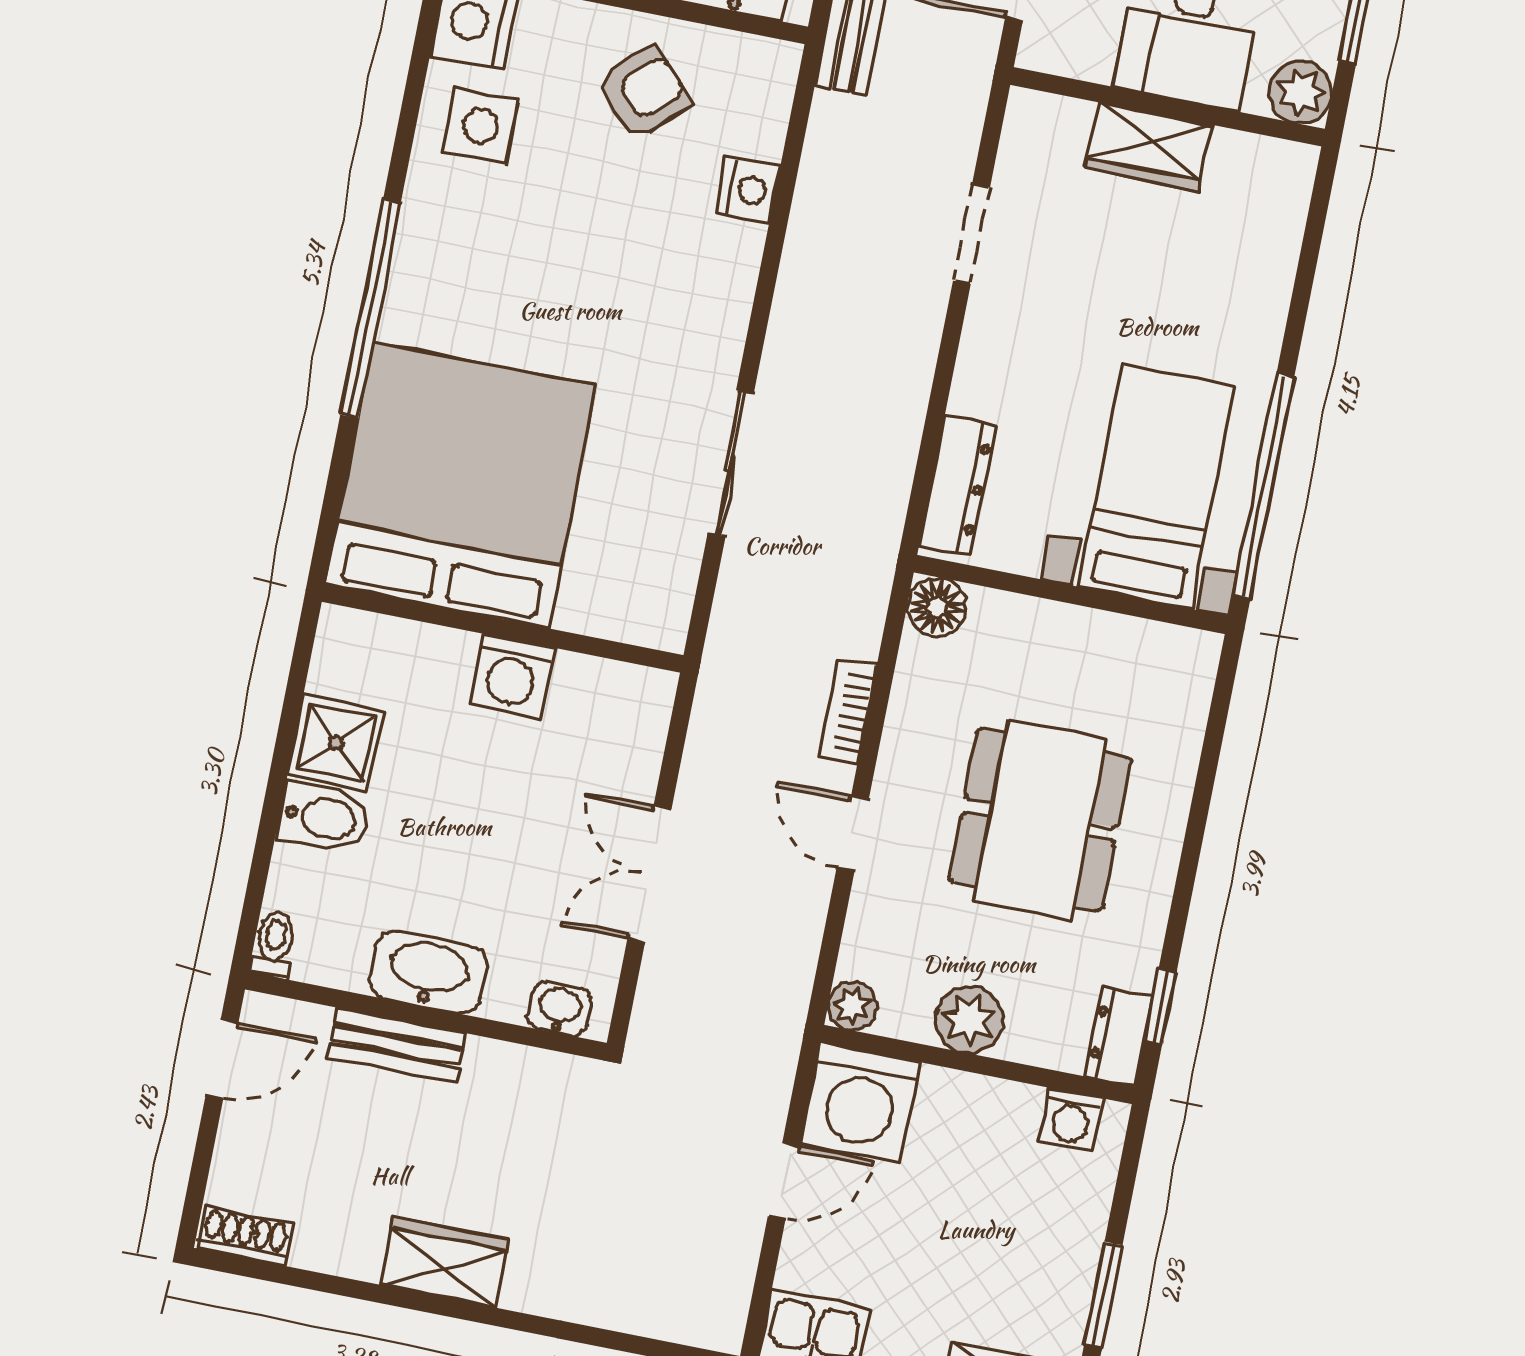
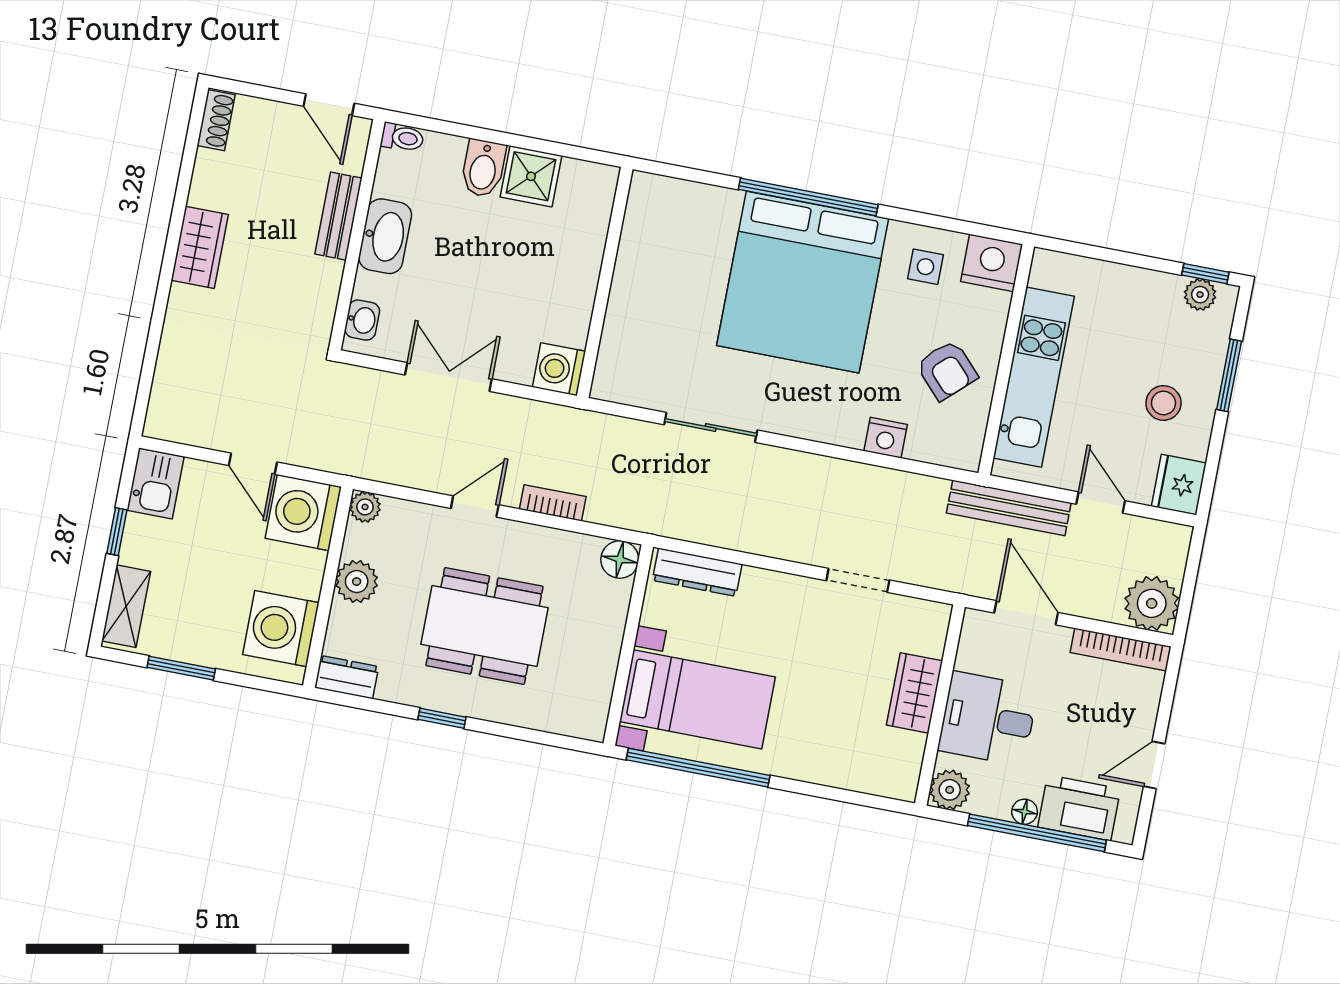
side table: (481, 126) -> (926, 267), width x0.73, depth x0.73
bed: (461, 485) -> (803, 282), moved, turned 90
washing machine: (511, 676) -> (559, 369), moved
window: (1160, 1007) -> (442, 718), moved
washing machine: (1071, 1120) -> (281, 629), width x1.89, depth x1.89

